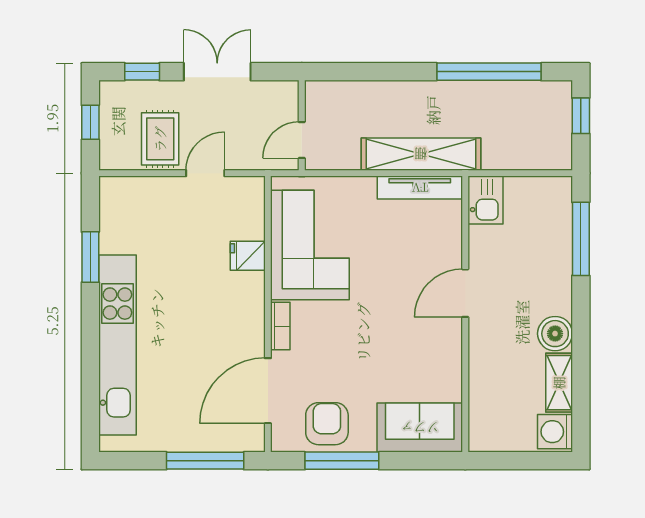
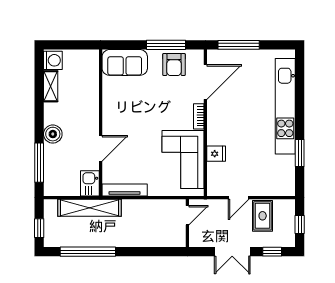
shelving: (421, 154) -> (90, 208), moved
door: (465, 293) -> (101, 148), moved
boiler: (555, 334) -> (53, 134), moved

